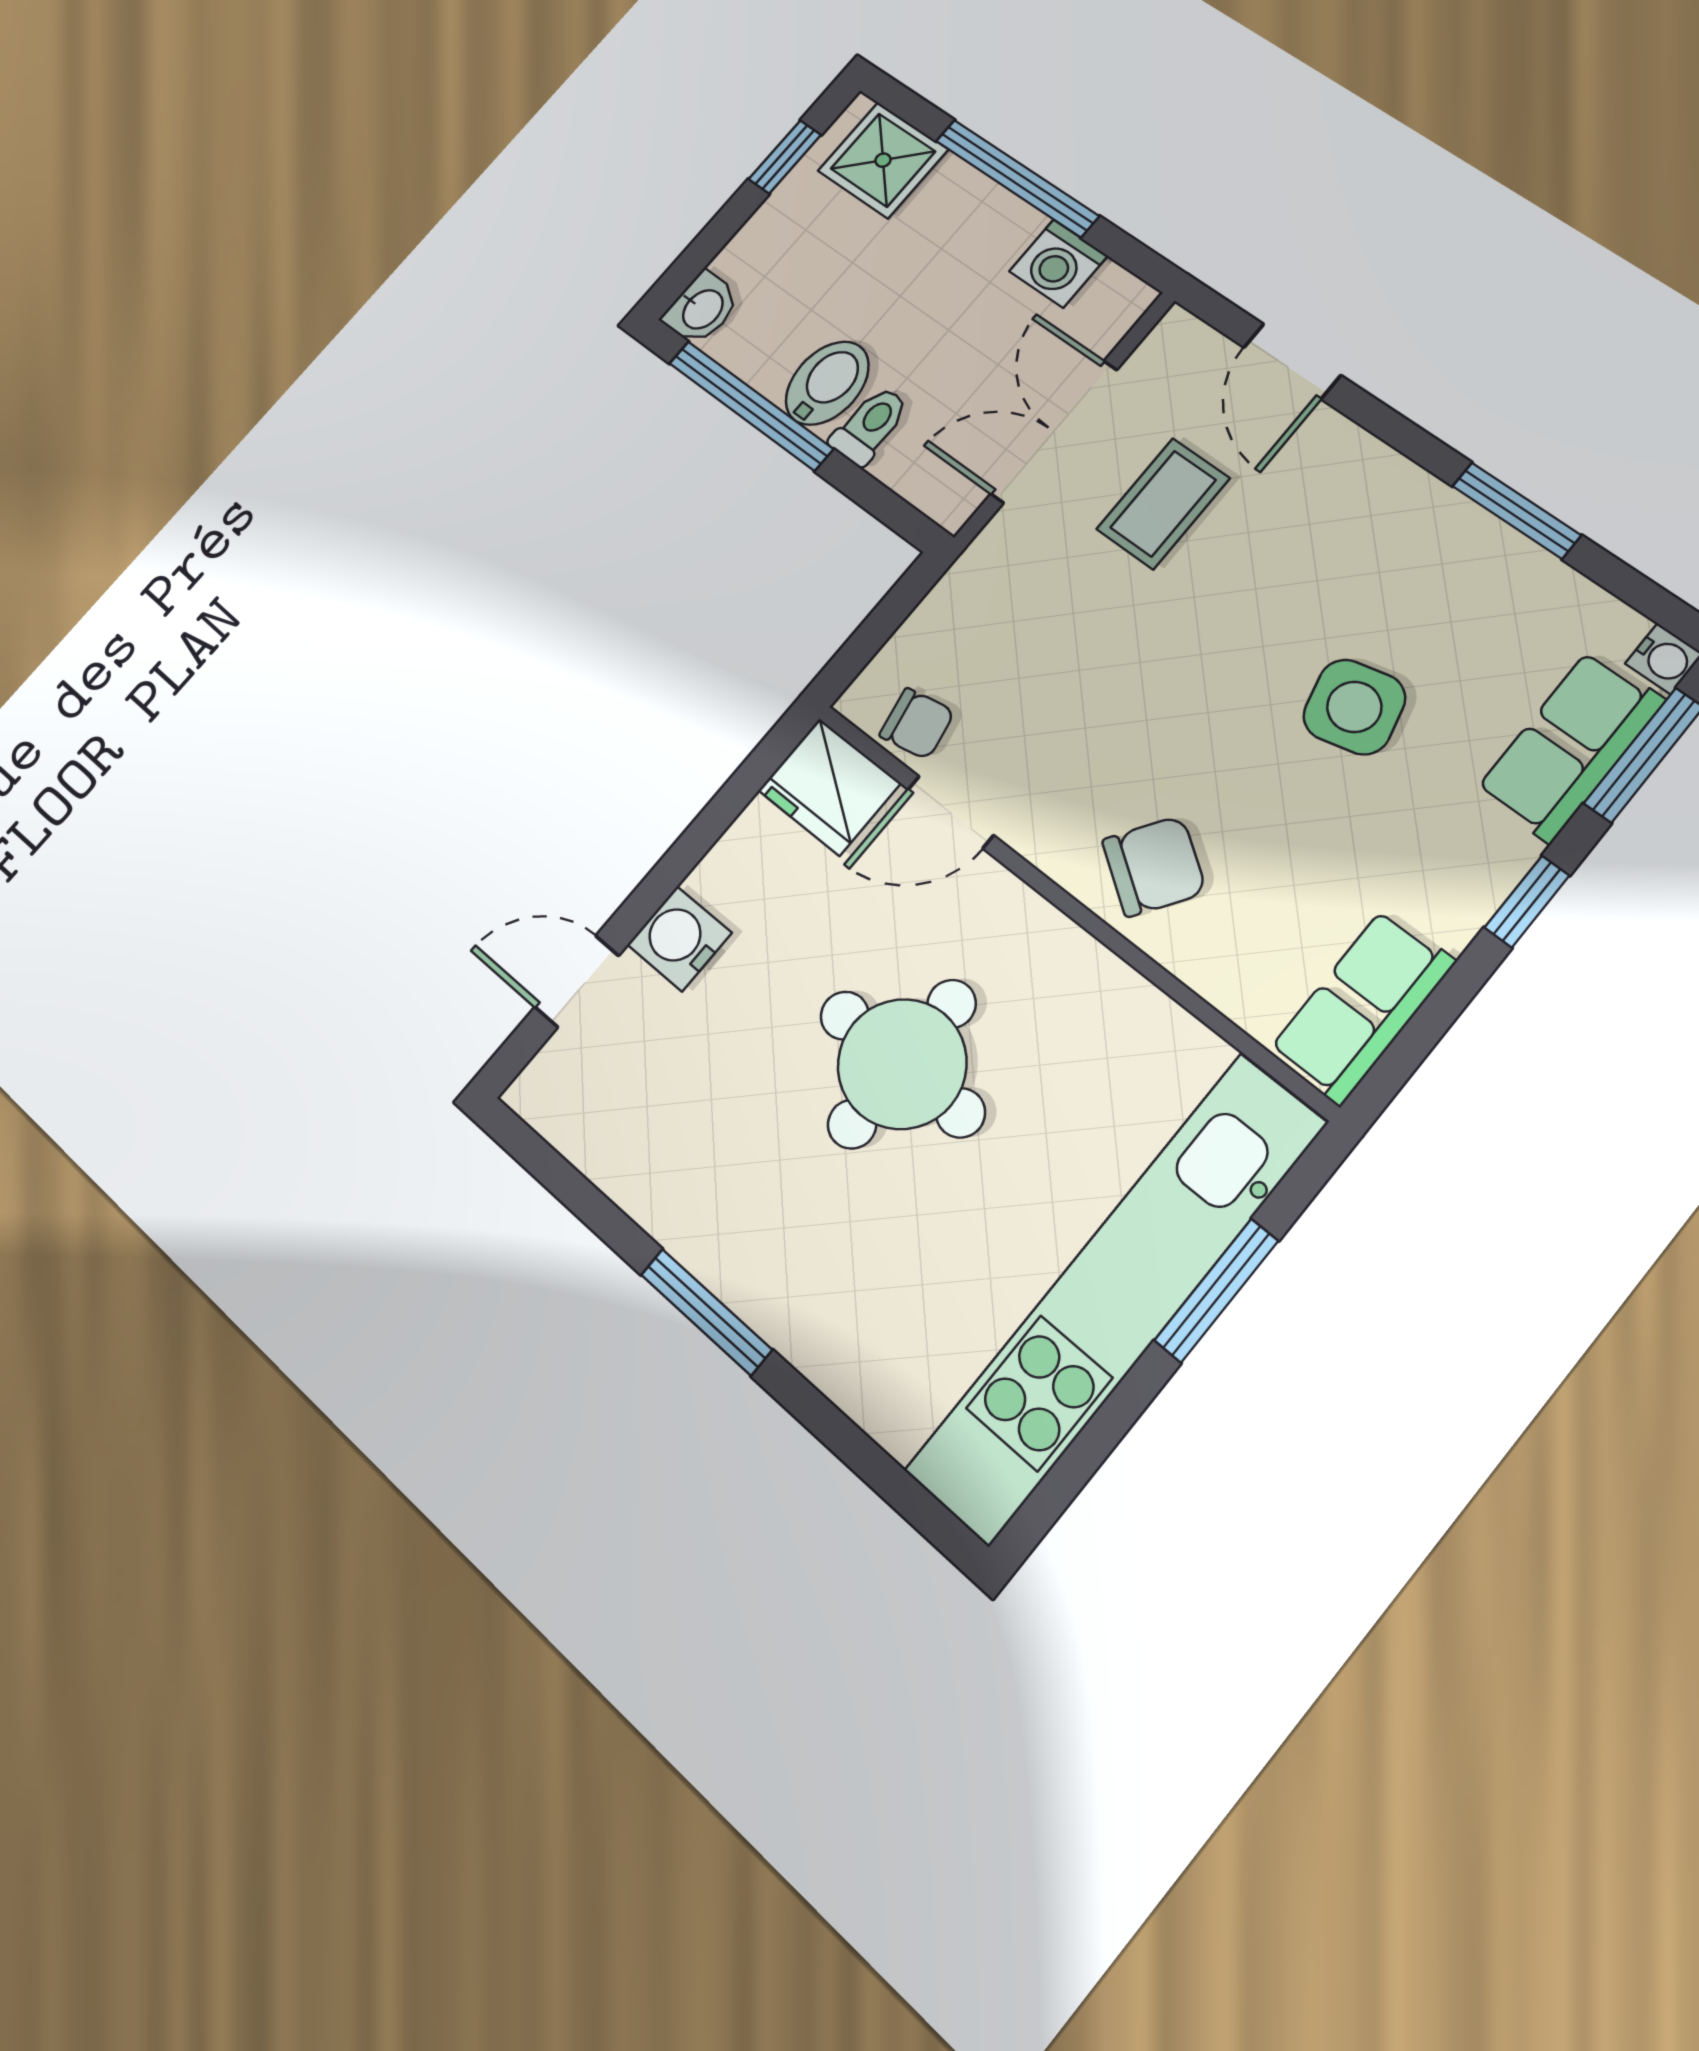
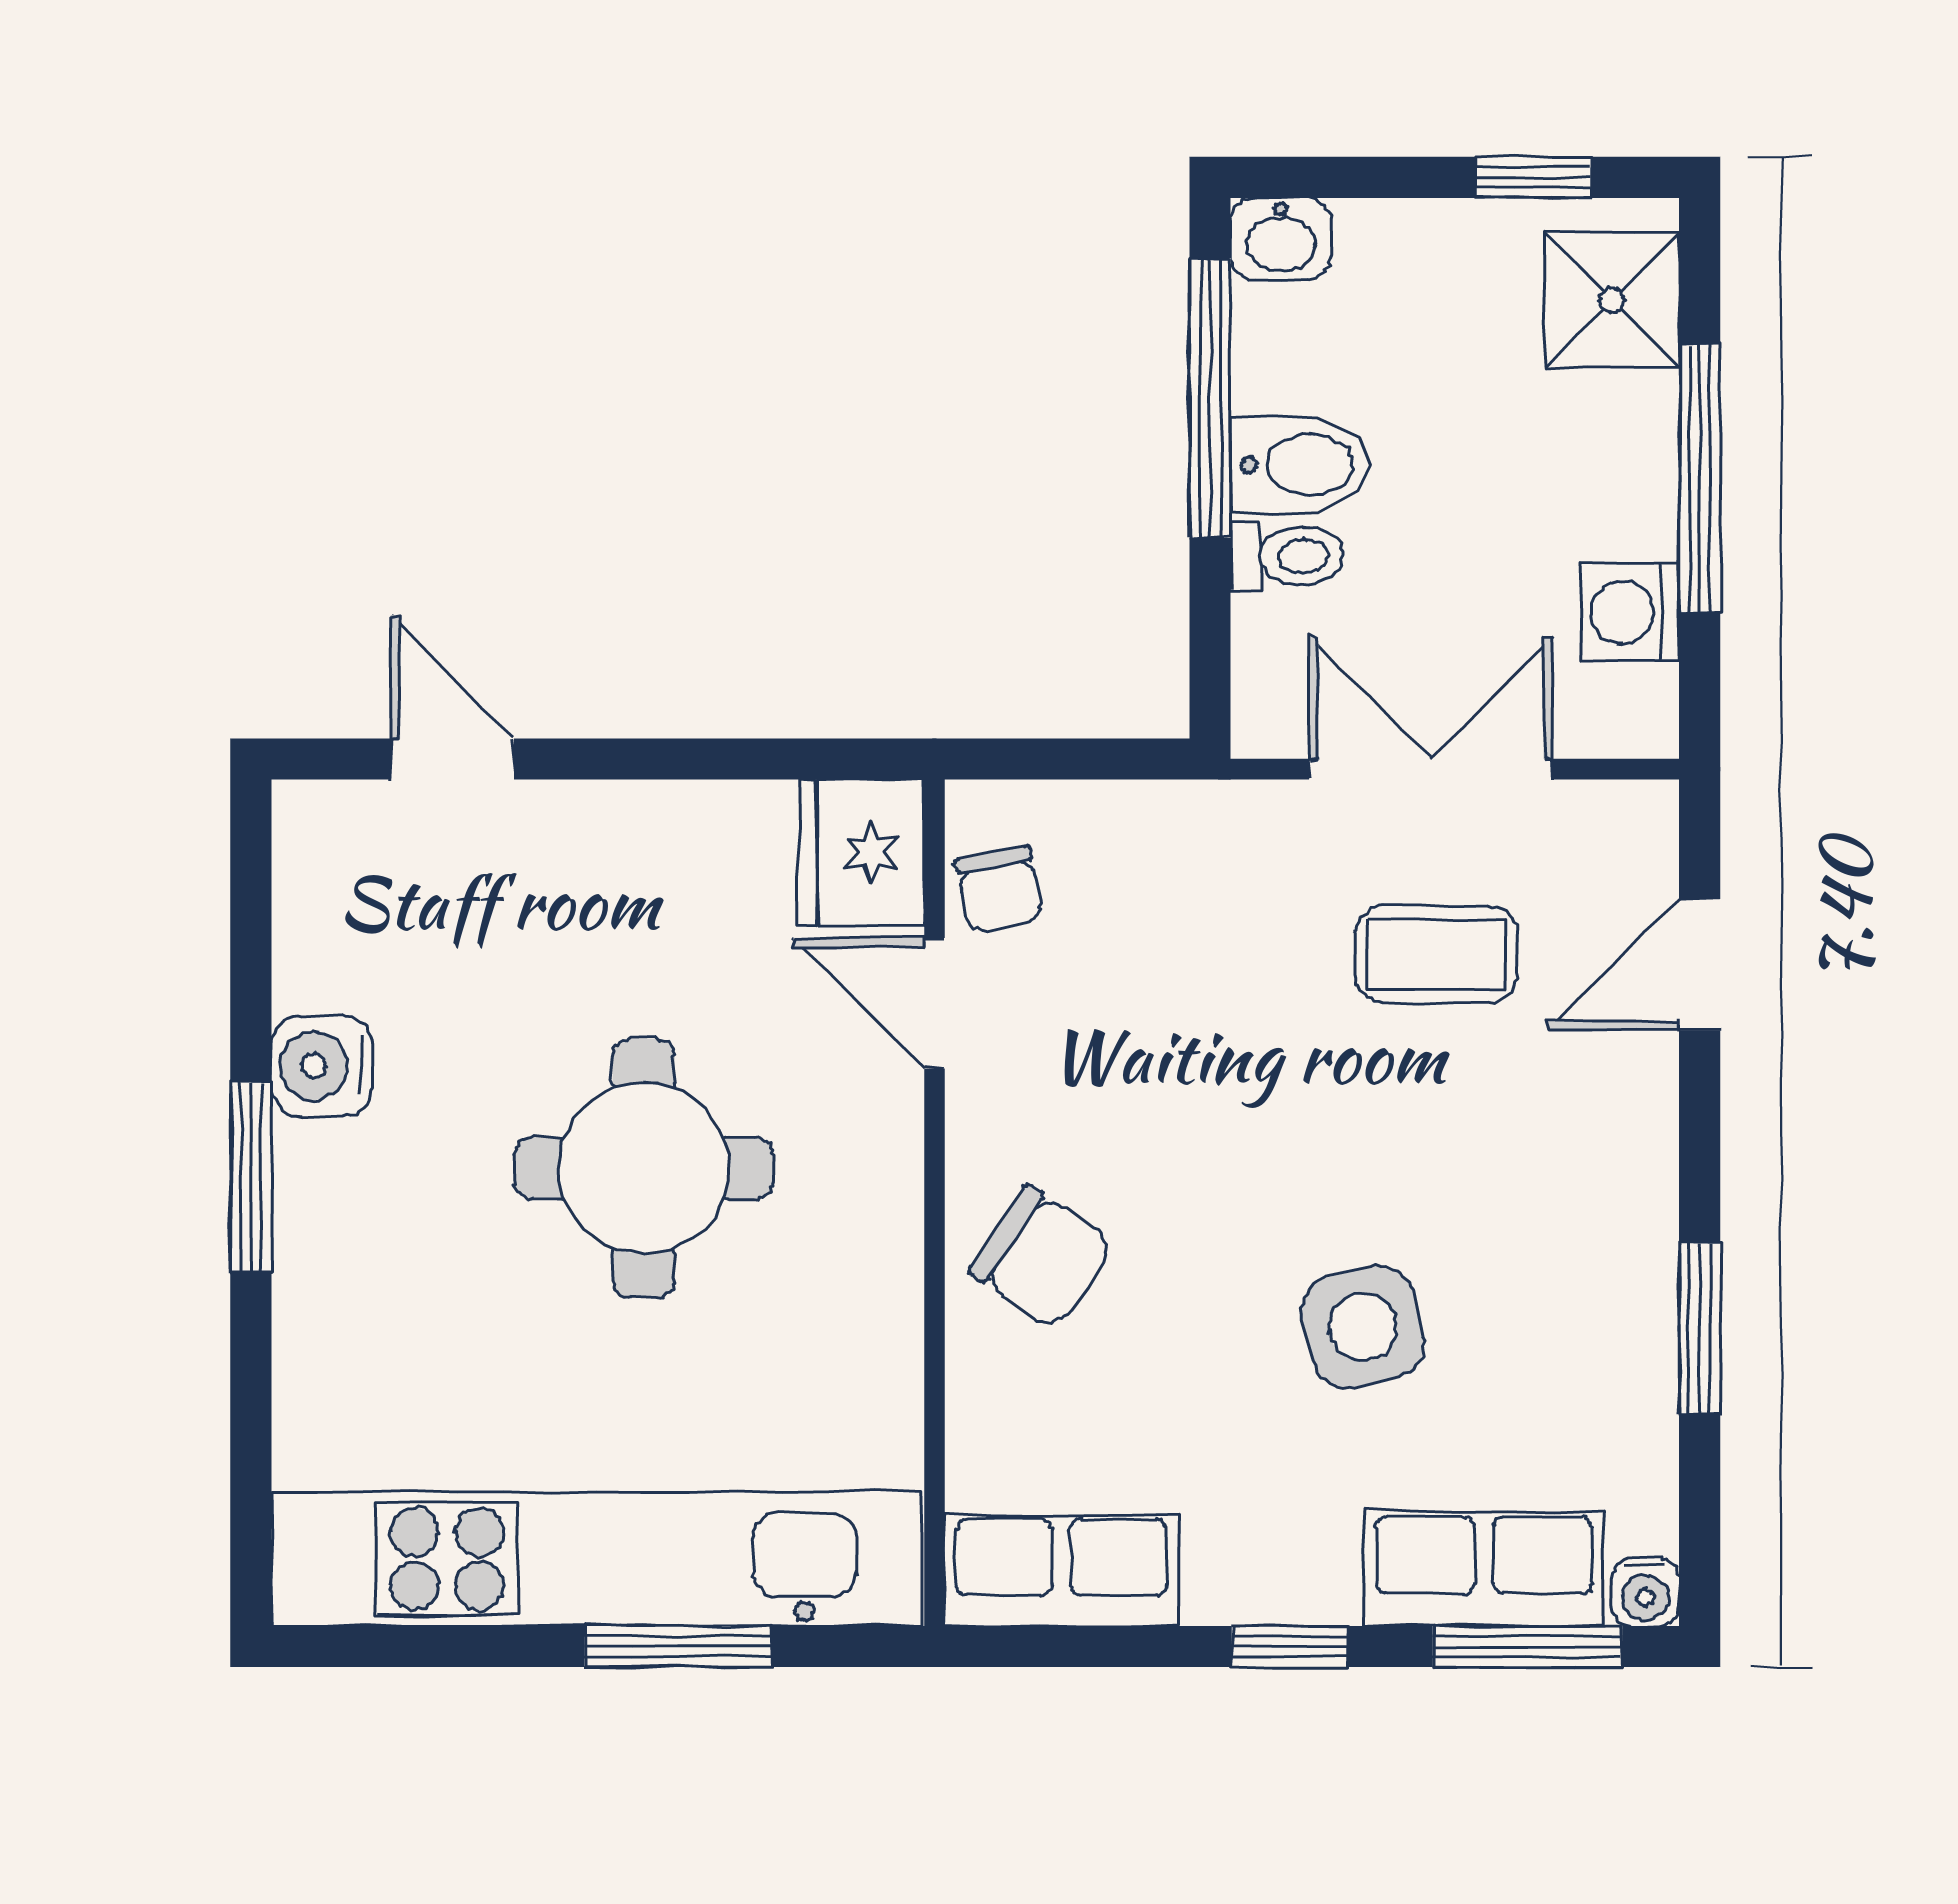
water cooler: (679, 939) -> (322, 1066), moved, turned -90

